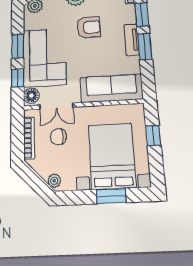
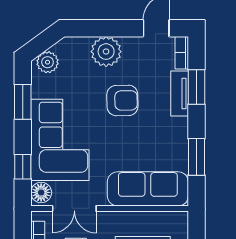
tv unit: (132, 40) -> (180, 93), moved
window: (18, 46) -> (23, 102), moved
window: (145, 47) -> (196, 157), moved

